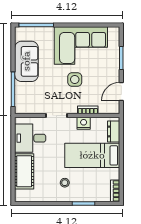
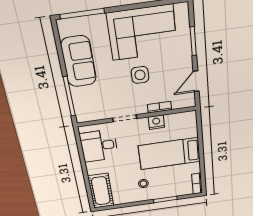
dresser: (114, 131) -> (191, 126), removed
cot: (24, 171) -> (101, 191), moved

